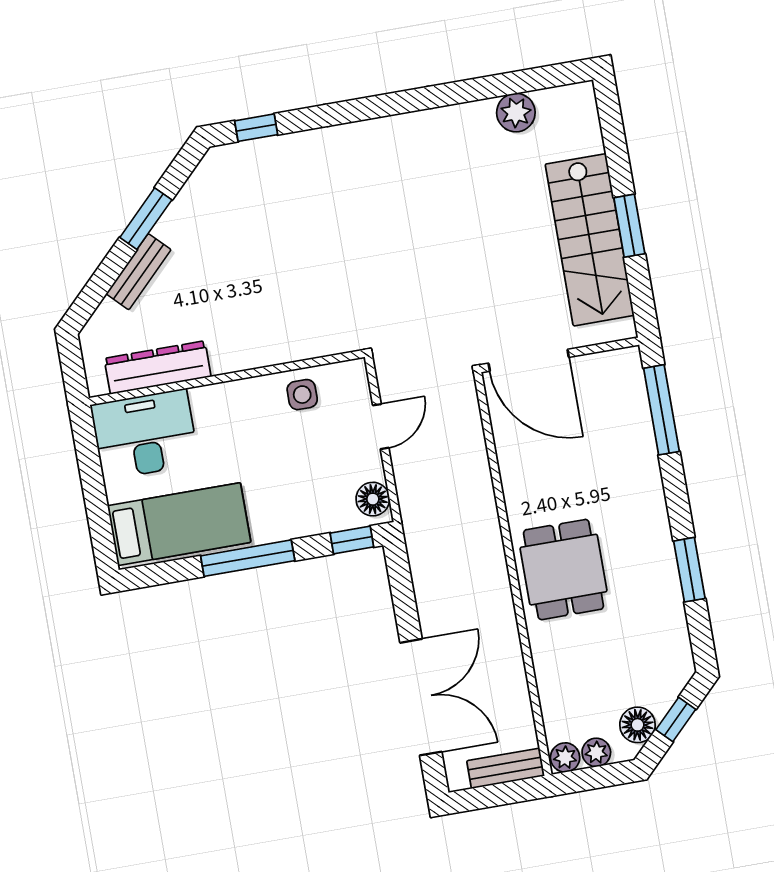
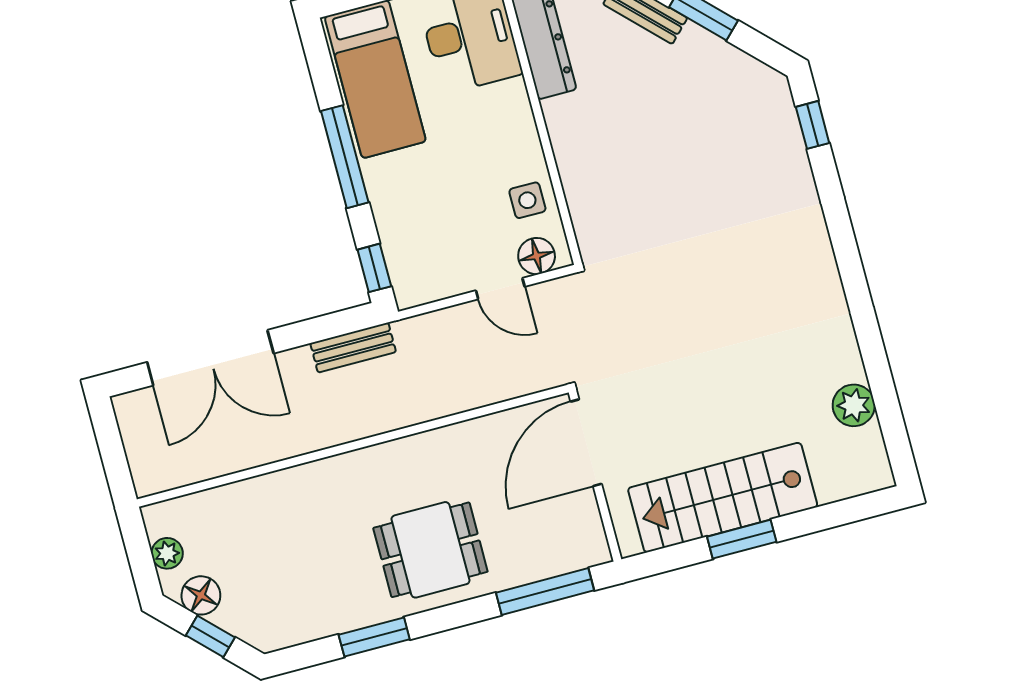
floor lamp: (373, 499) -> (537, 256), moved
dining table: (564, 570) -> (430, 550), moved
plant: (565, 757) -> (159, 520), removed
bench: (506, 768) -> (353, 348), moved, turned 90

